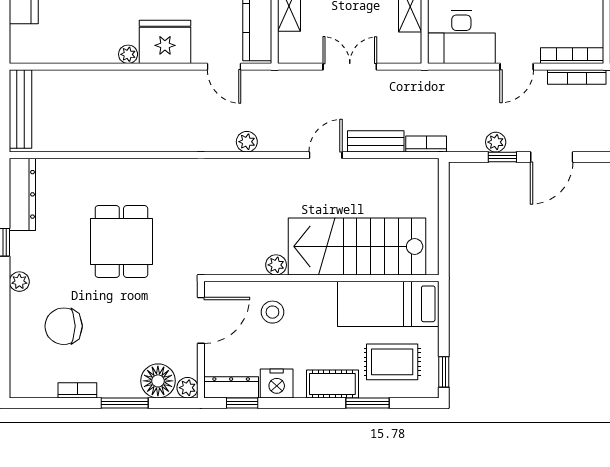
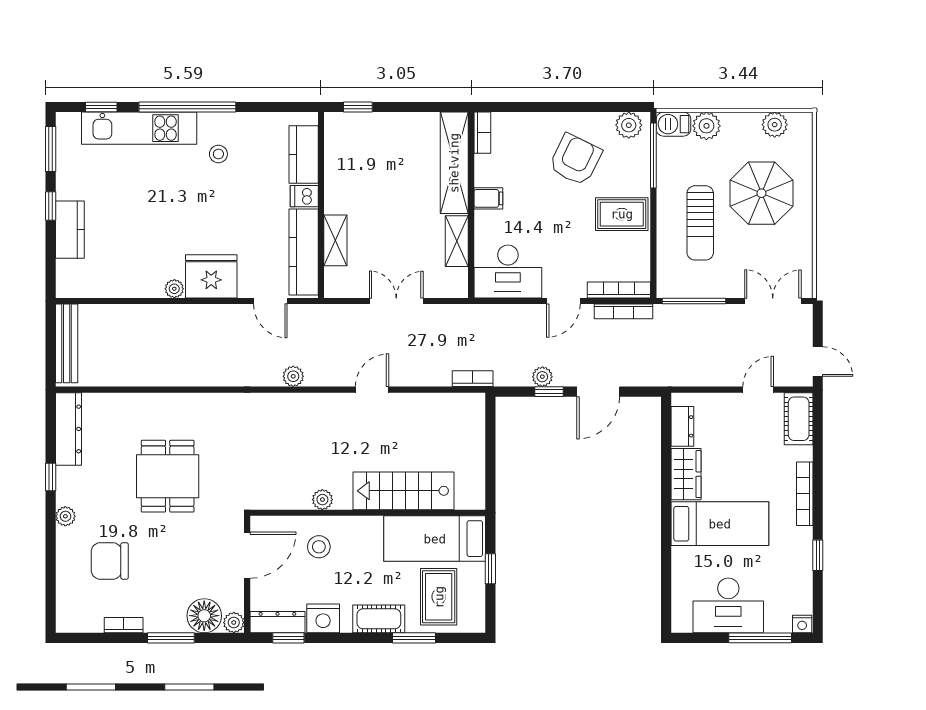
bench: (376, 141) -> (422, 376), removed
stairs: (357, 246) -> (403, 491), width x0.73, depth x0.66
rug: (392, 362) -> (439, 597), turned 90
window: (444, 372) -> (490, 569), moved

